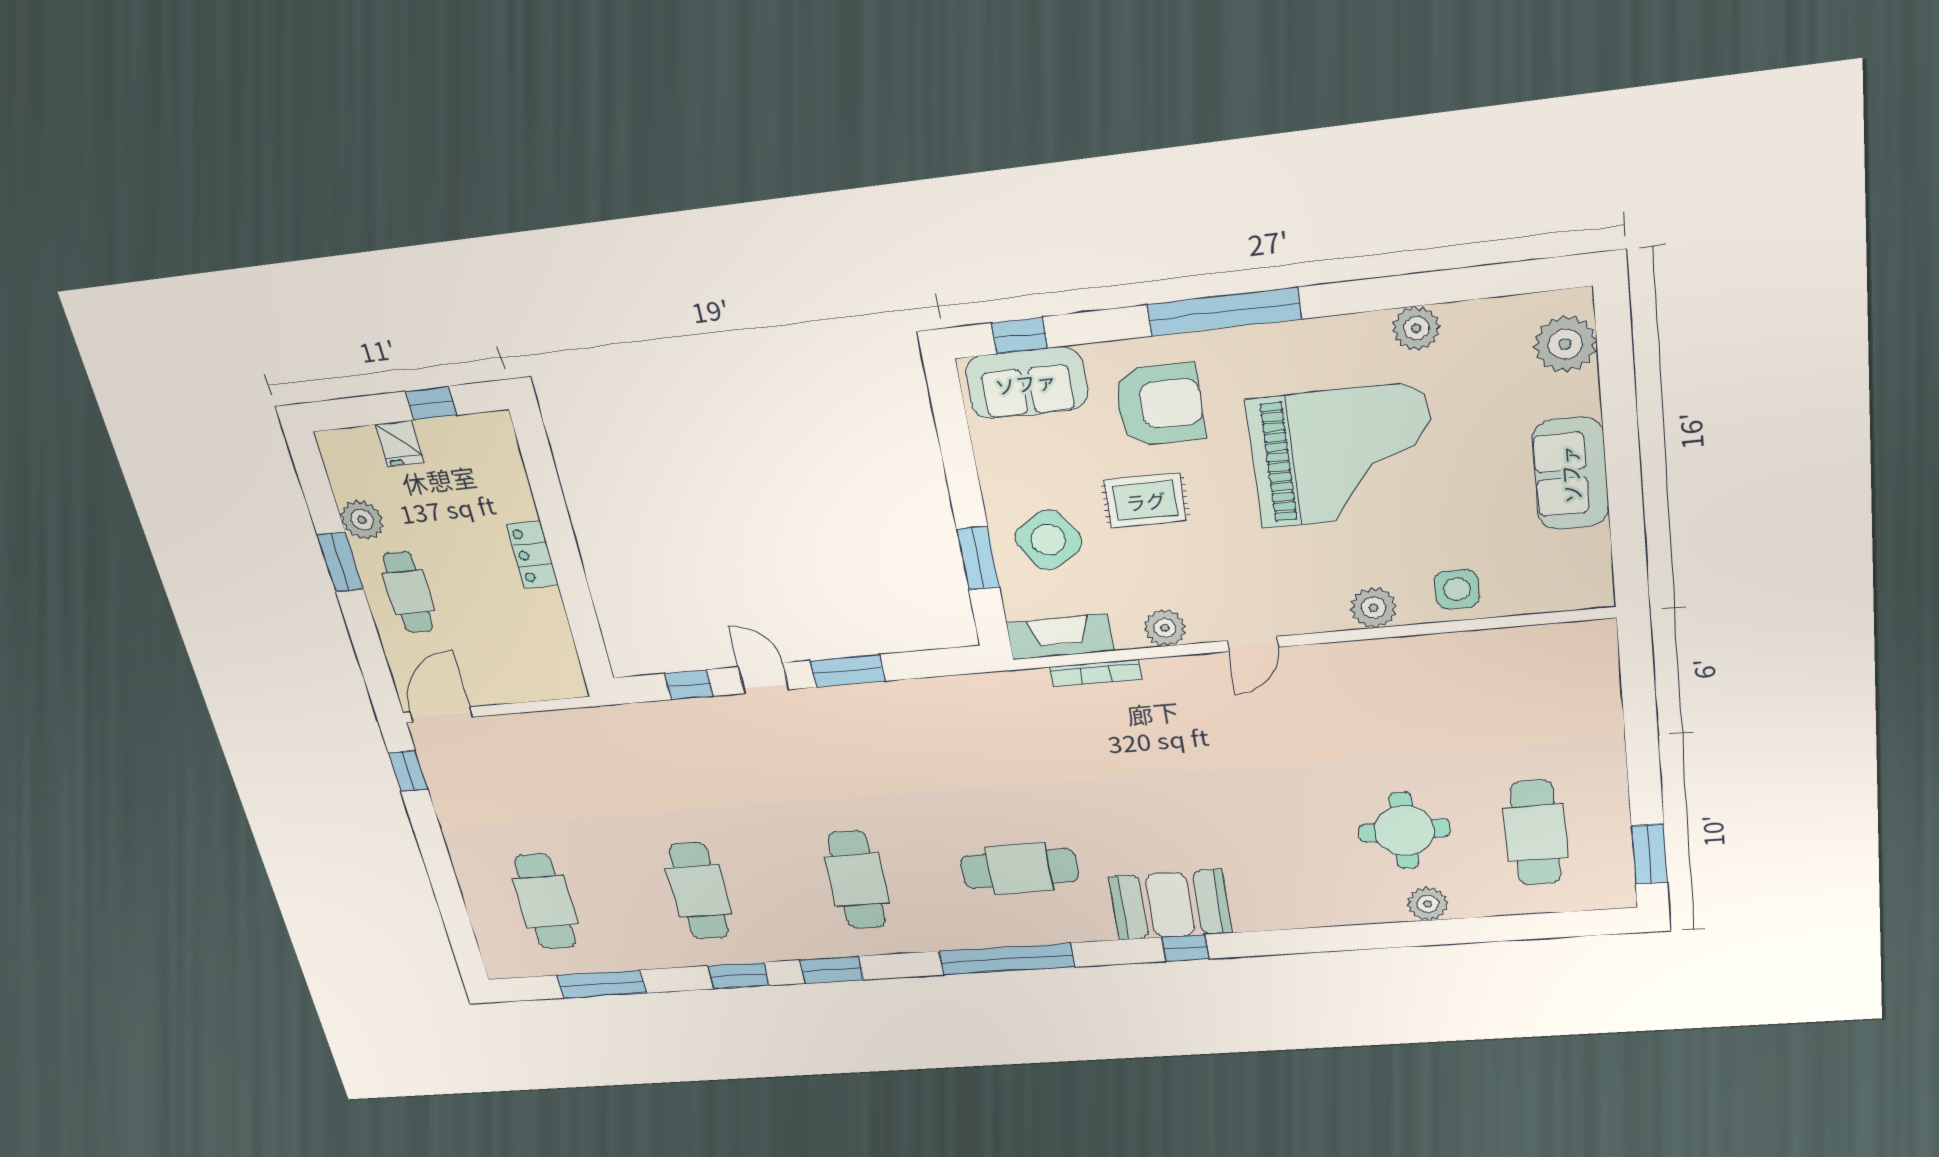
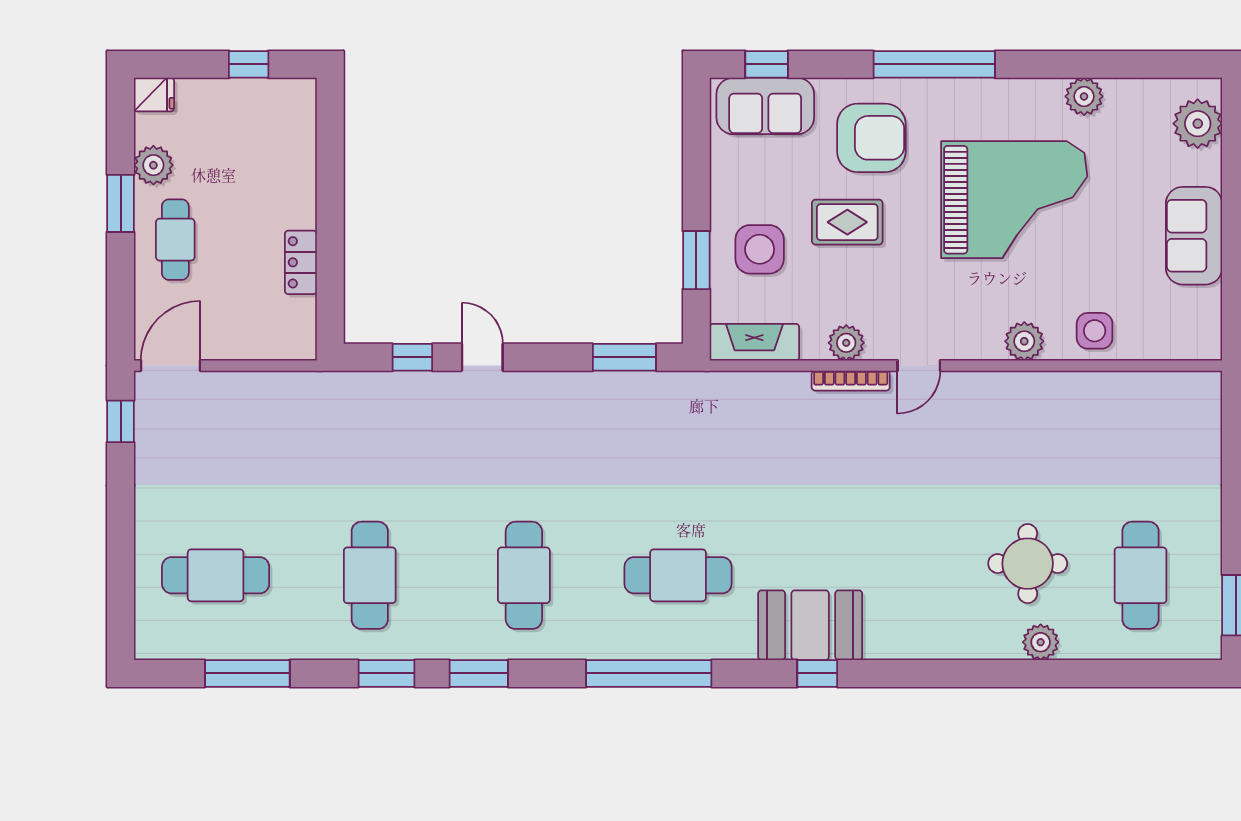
fridge: (400, 444) -> (154, 95), moved, turned -90
side table: (1048, 540) -> (760, 249), turned 32
locker: (532, 555) -> (301, 262), moved
window: (848, 671) -> (624, 357), moved
bookcase: (1095, 673) -> (851, 381), moved
cafe table: (545, 902) -> (216, 575), turned 90

